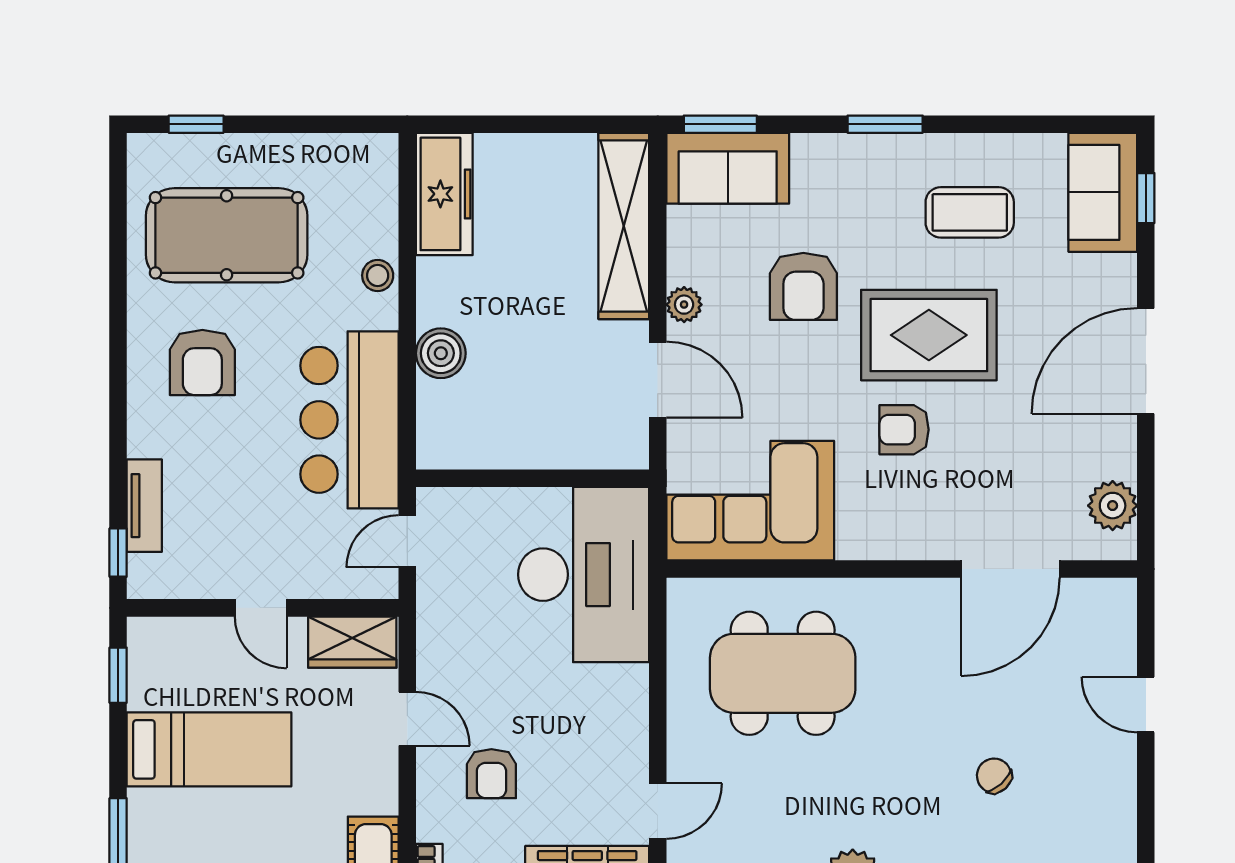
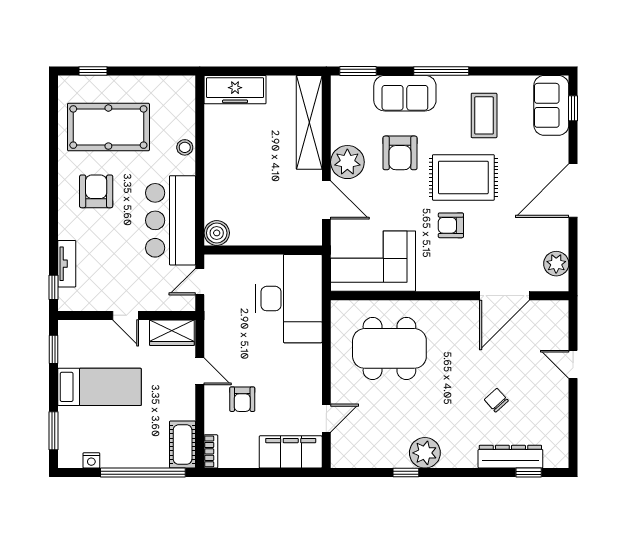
window: (885, 124) -> (441, 71), width x1.44
sofa: (728, 168) -> (405, 93), moved
freezer: (444, 194) -> (235, 90), moved, turned 90
coffee table: (970, 212) -> (484, 115), turned 90
plant: (684, 305) -> (347, 162), width x1.88, depth x1.88
boiler: (441, 353) -> (217, 233), moved
armchair: (202, 362) -> (96, 191), turned 180

